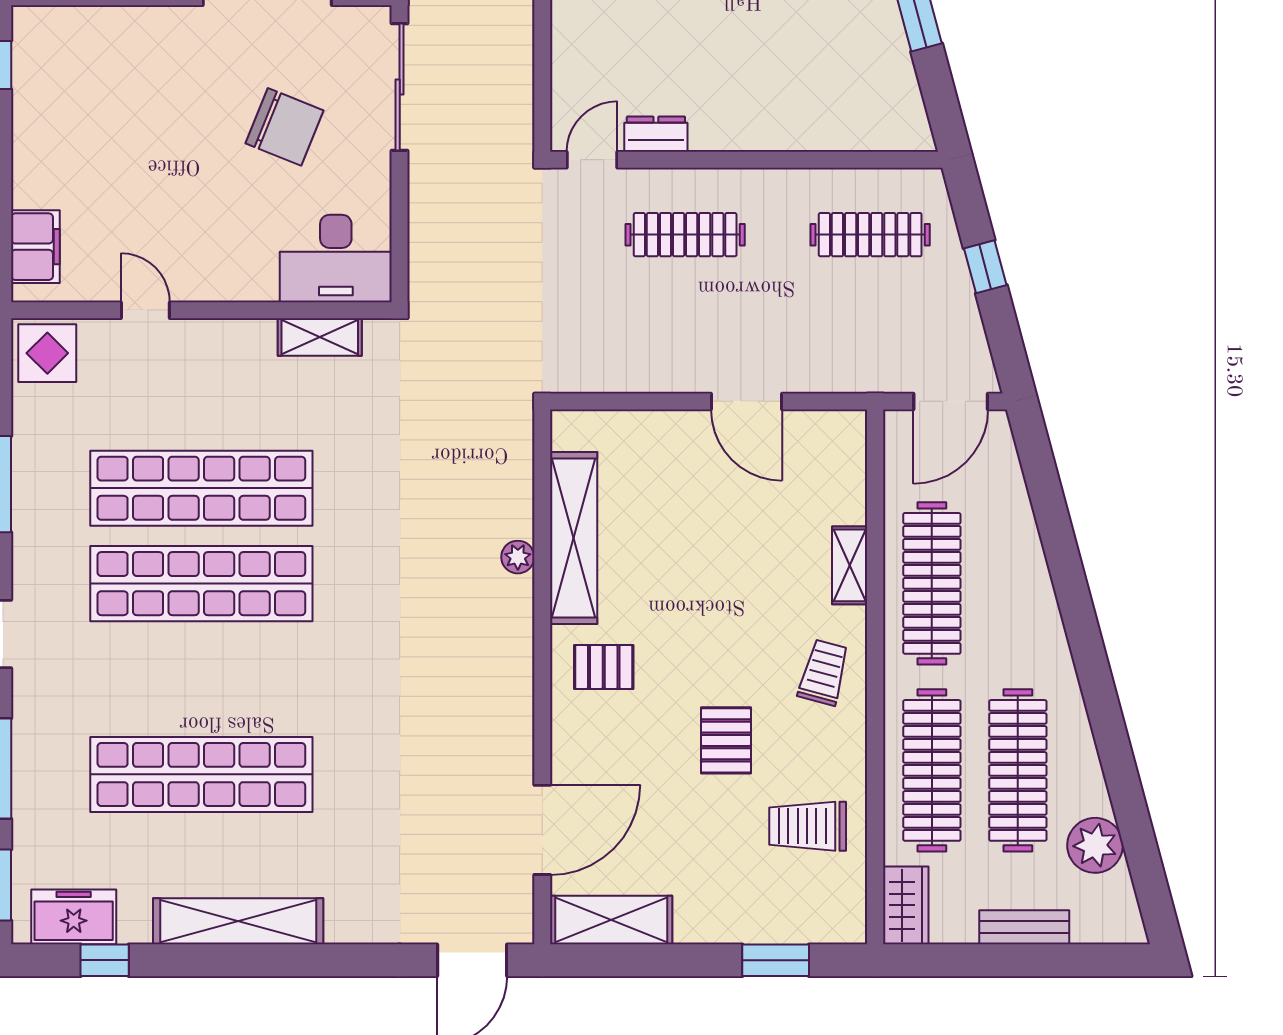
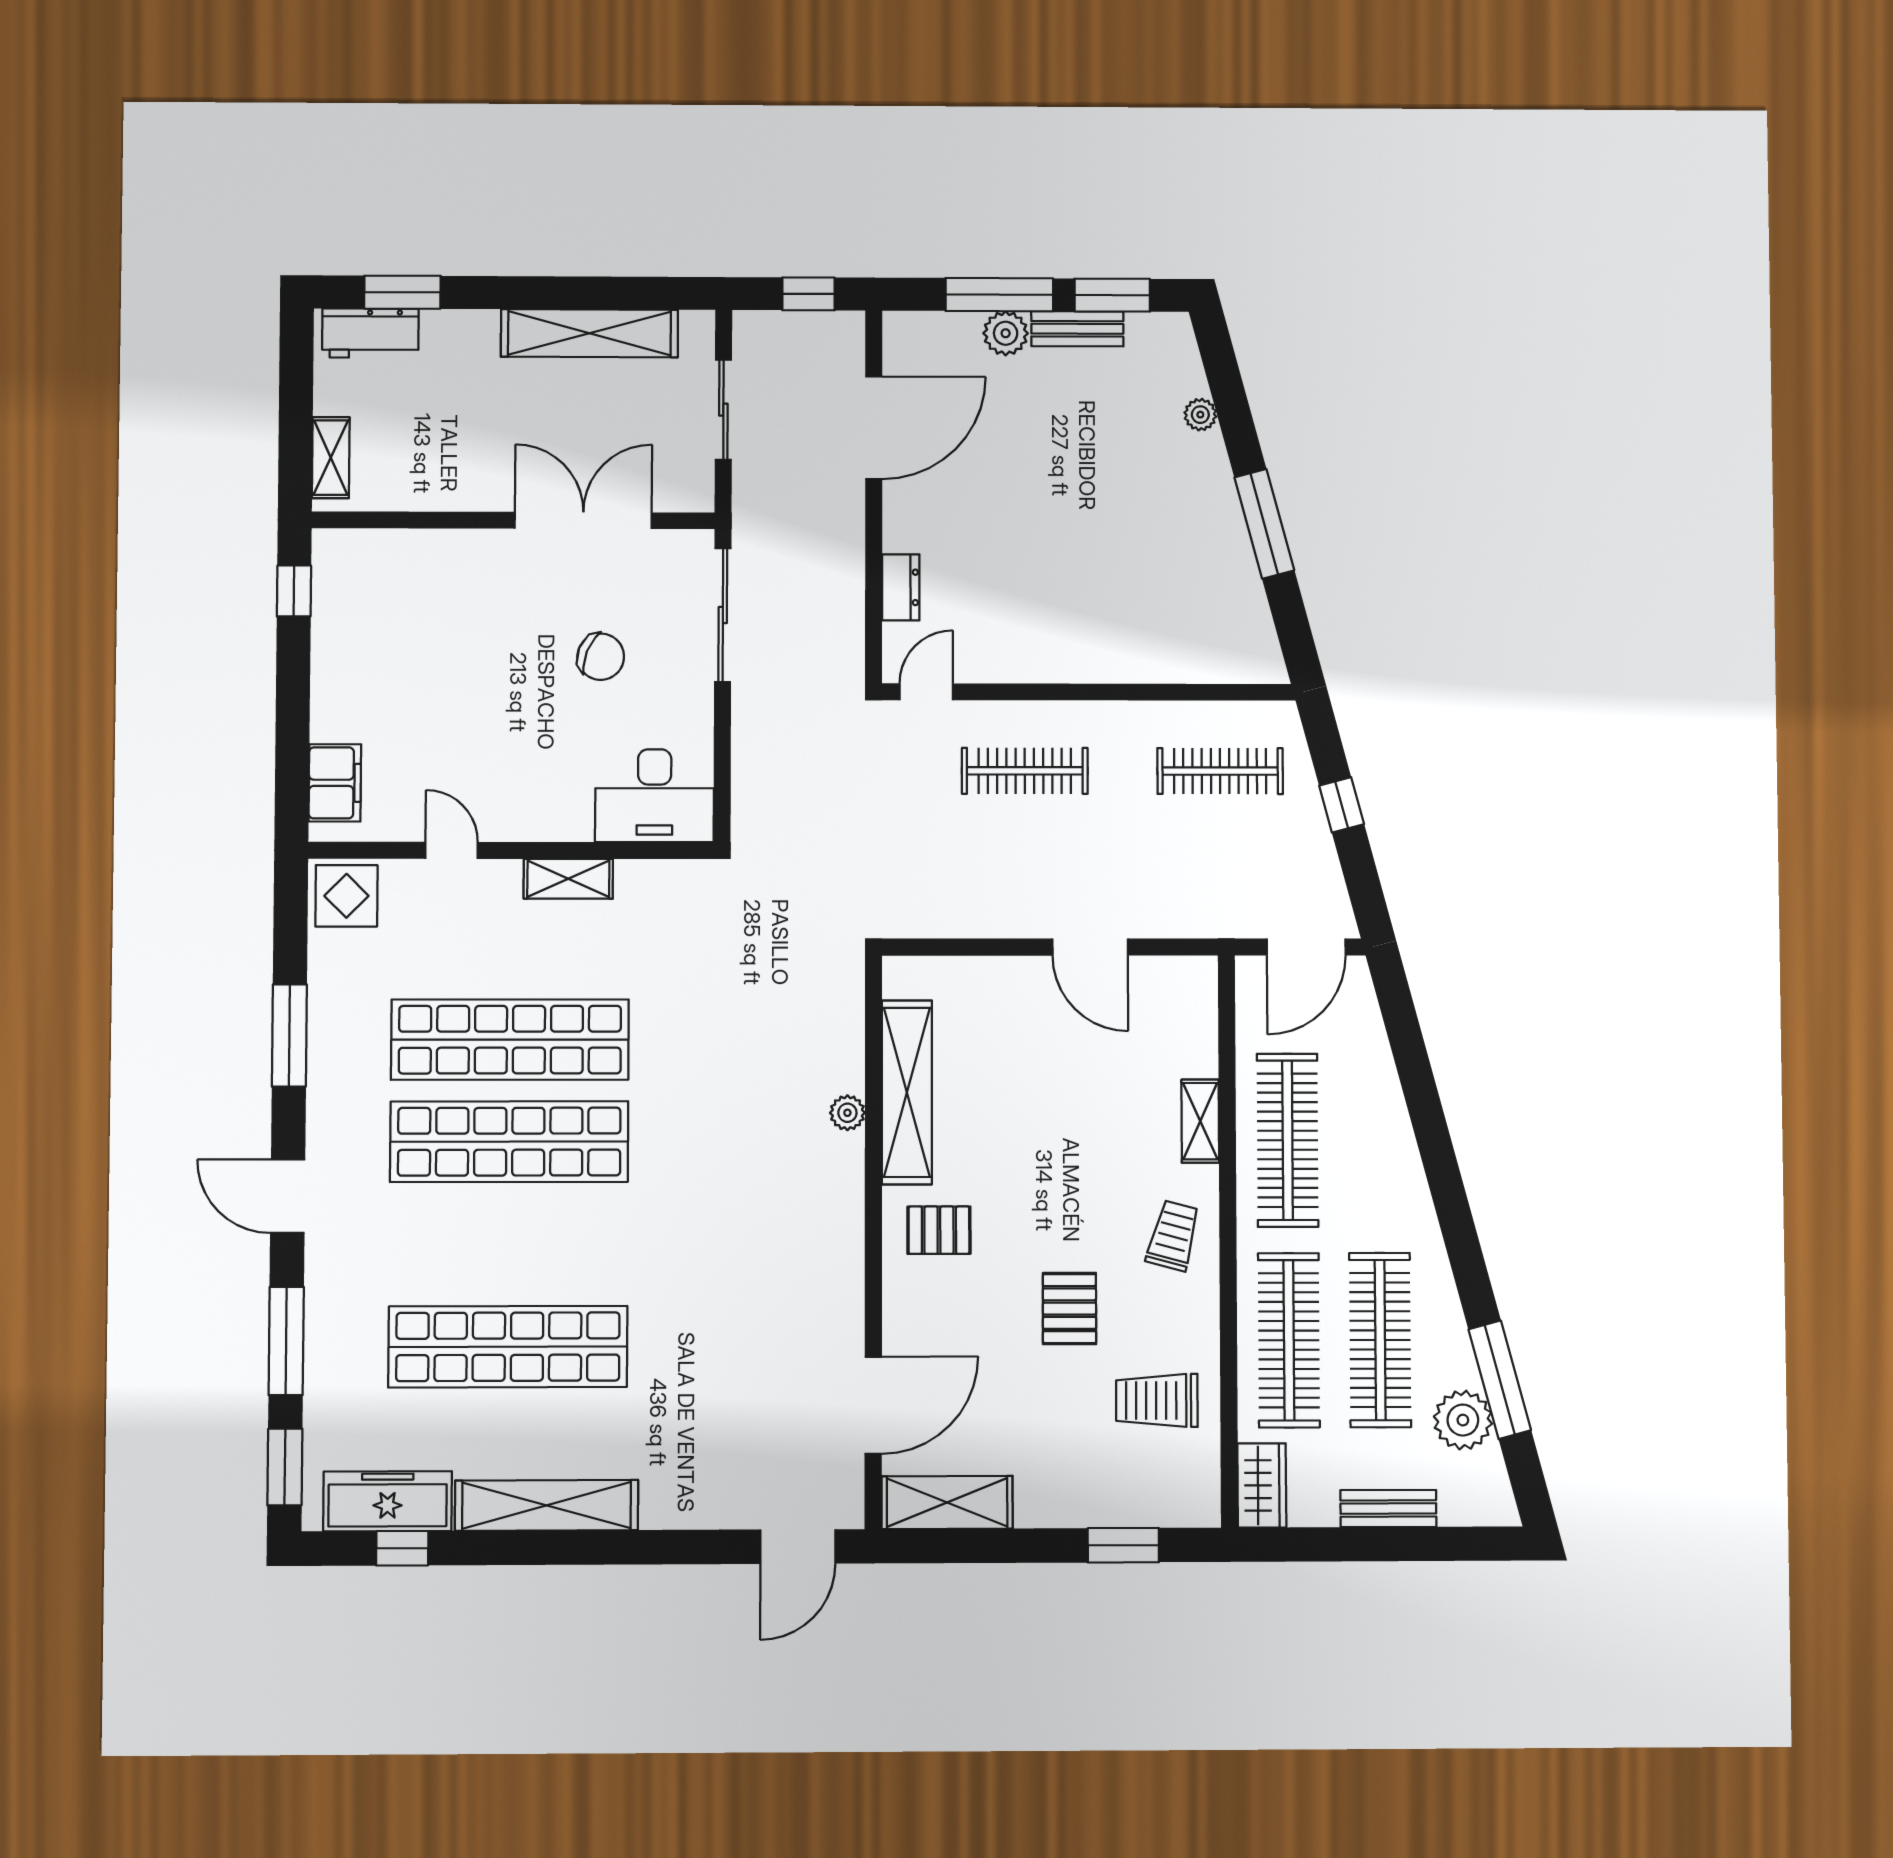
chair: (284, 127) -> (601, 657), width x0.73, depth x0.73
dresser: (656, 134) -> (901, 587), moved, turned 90
shelving: (320, 337) -> (568, 879), moved
window: (1130, 808) -> (1500, 1380), added
freezer: (74, 917) -> (388, 1501), width x1.40

